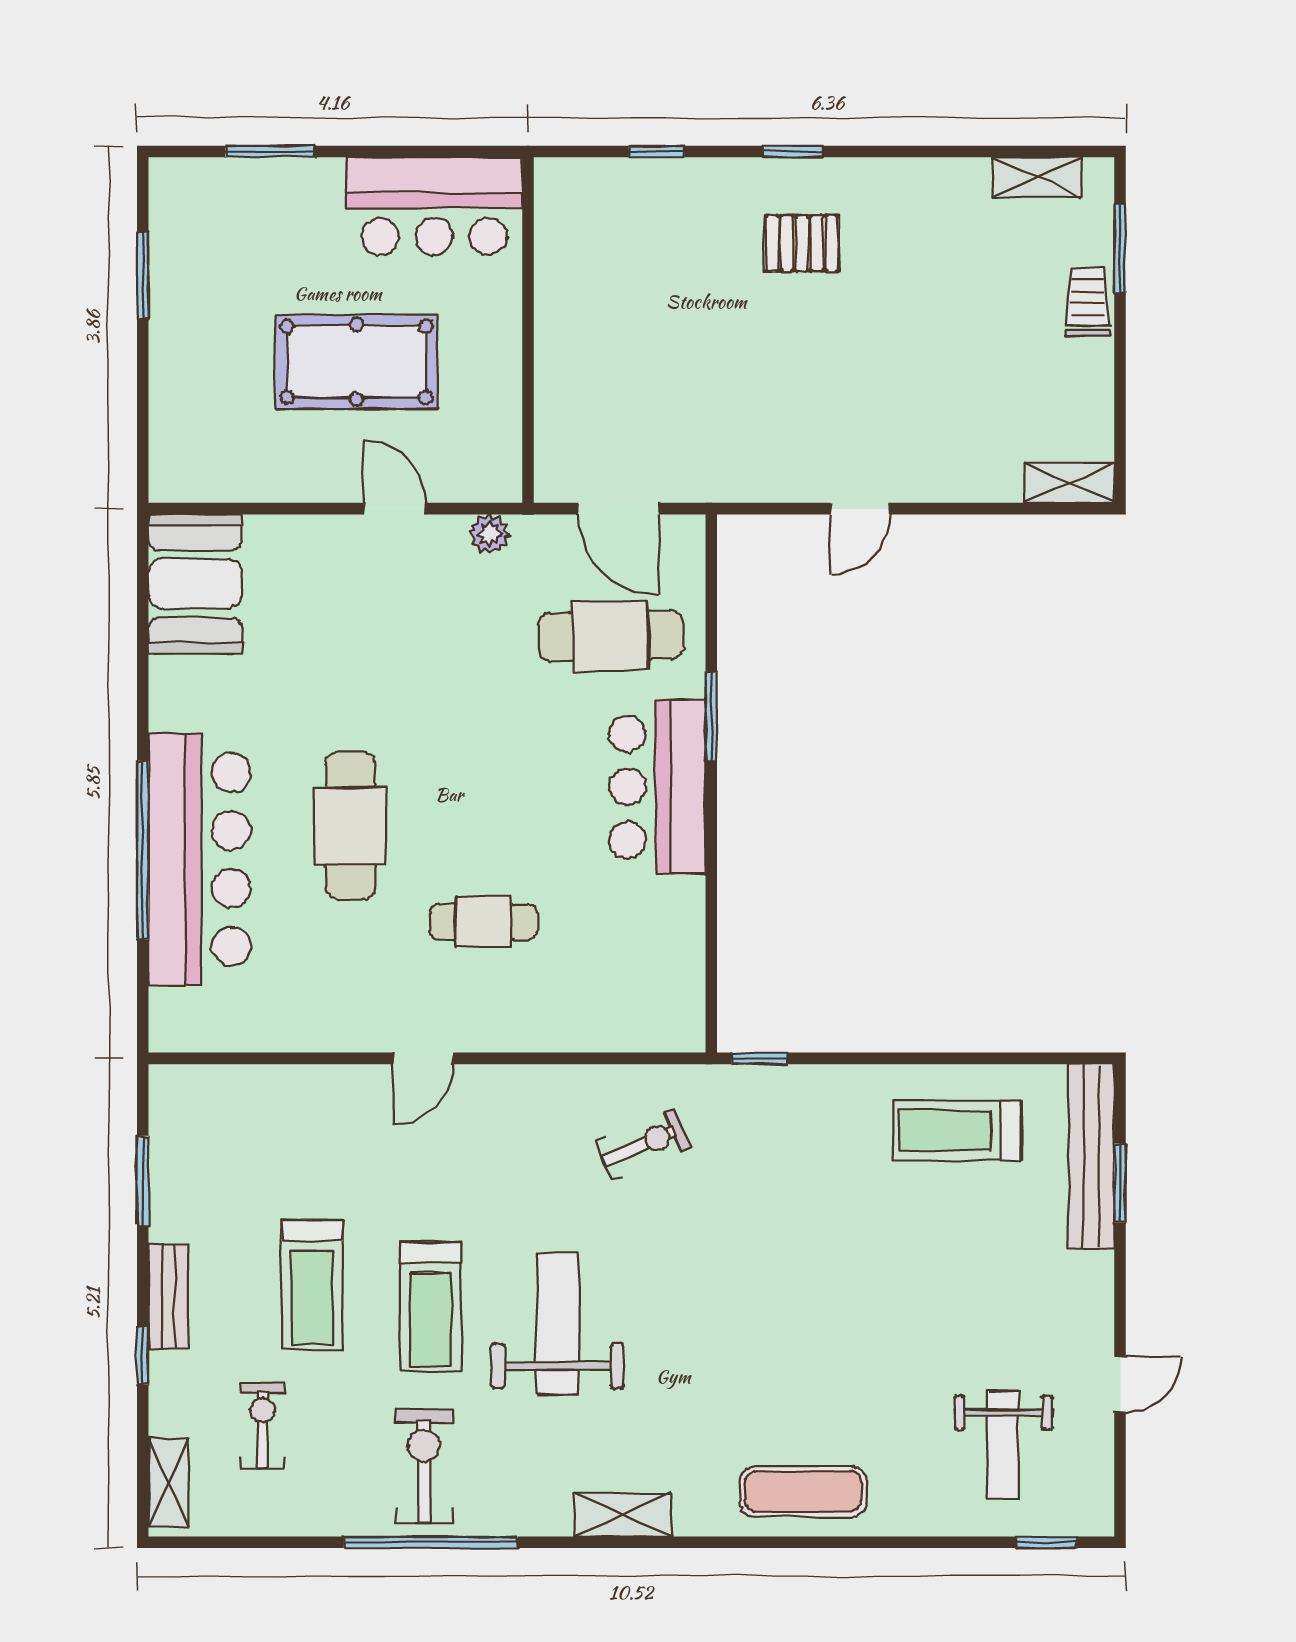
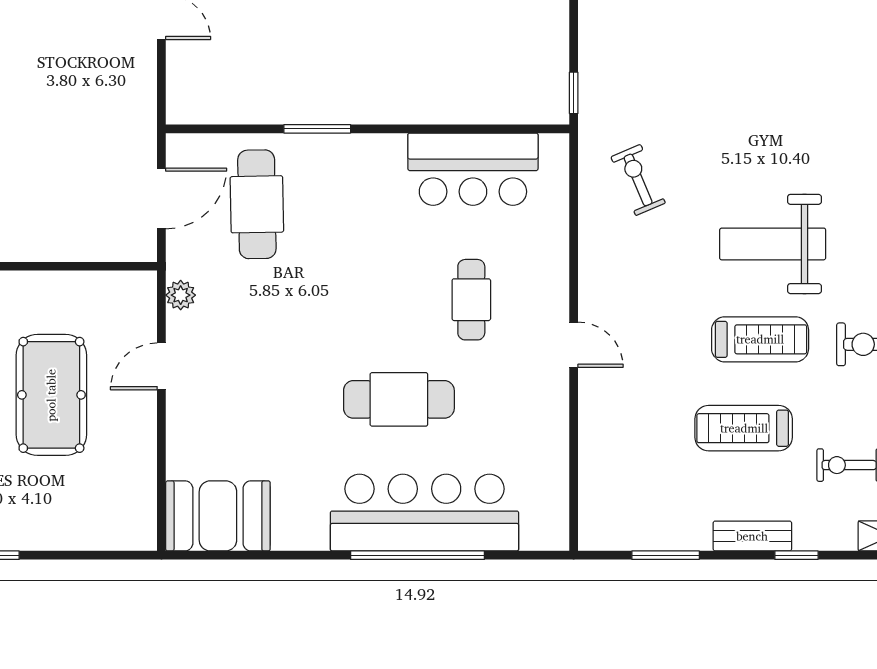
bar counter: (657, 787) -> (473, 169), moved
treadmill: (312, 1285) -> (744, 428), turned 180

